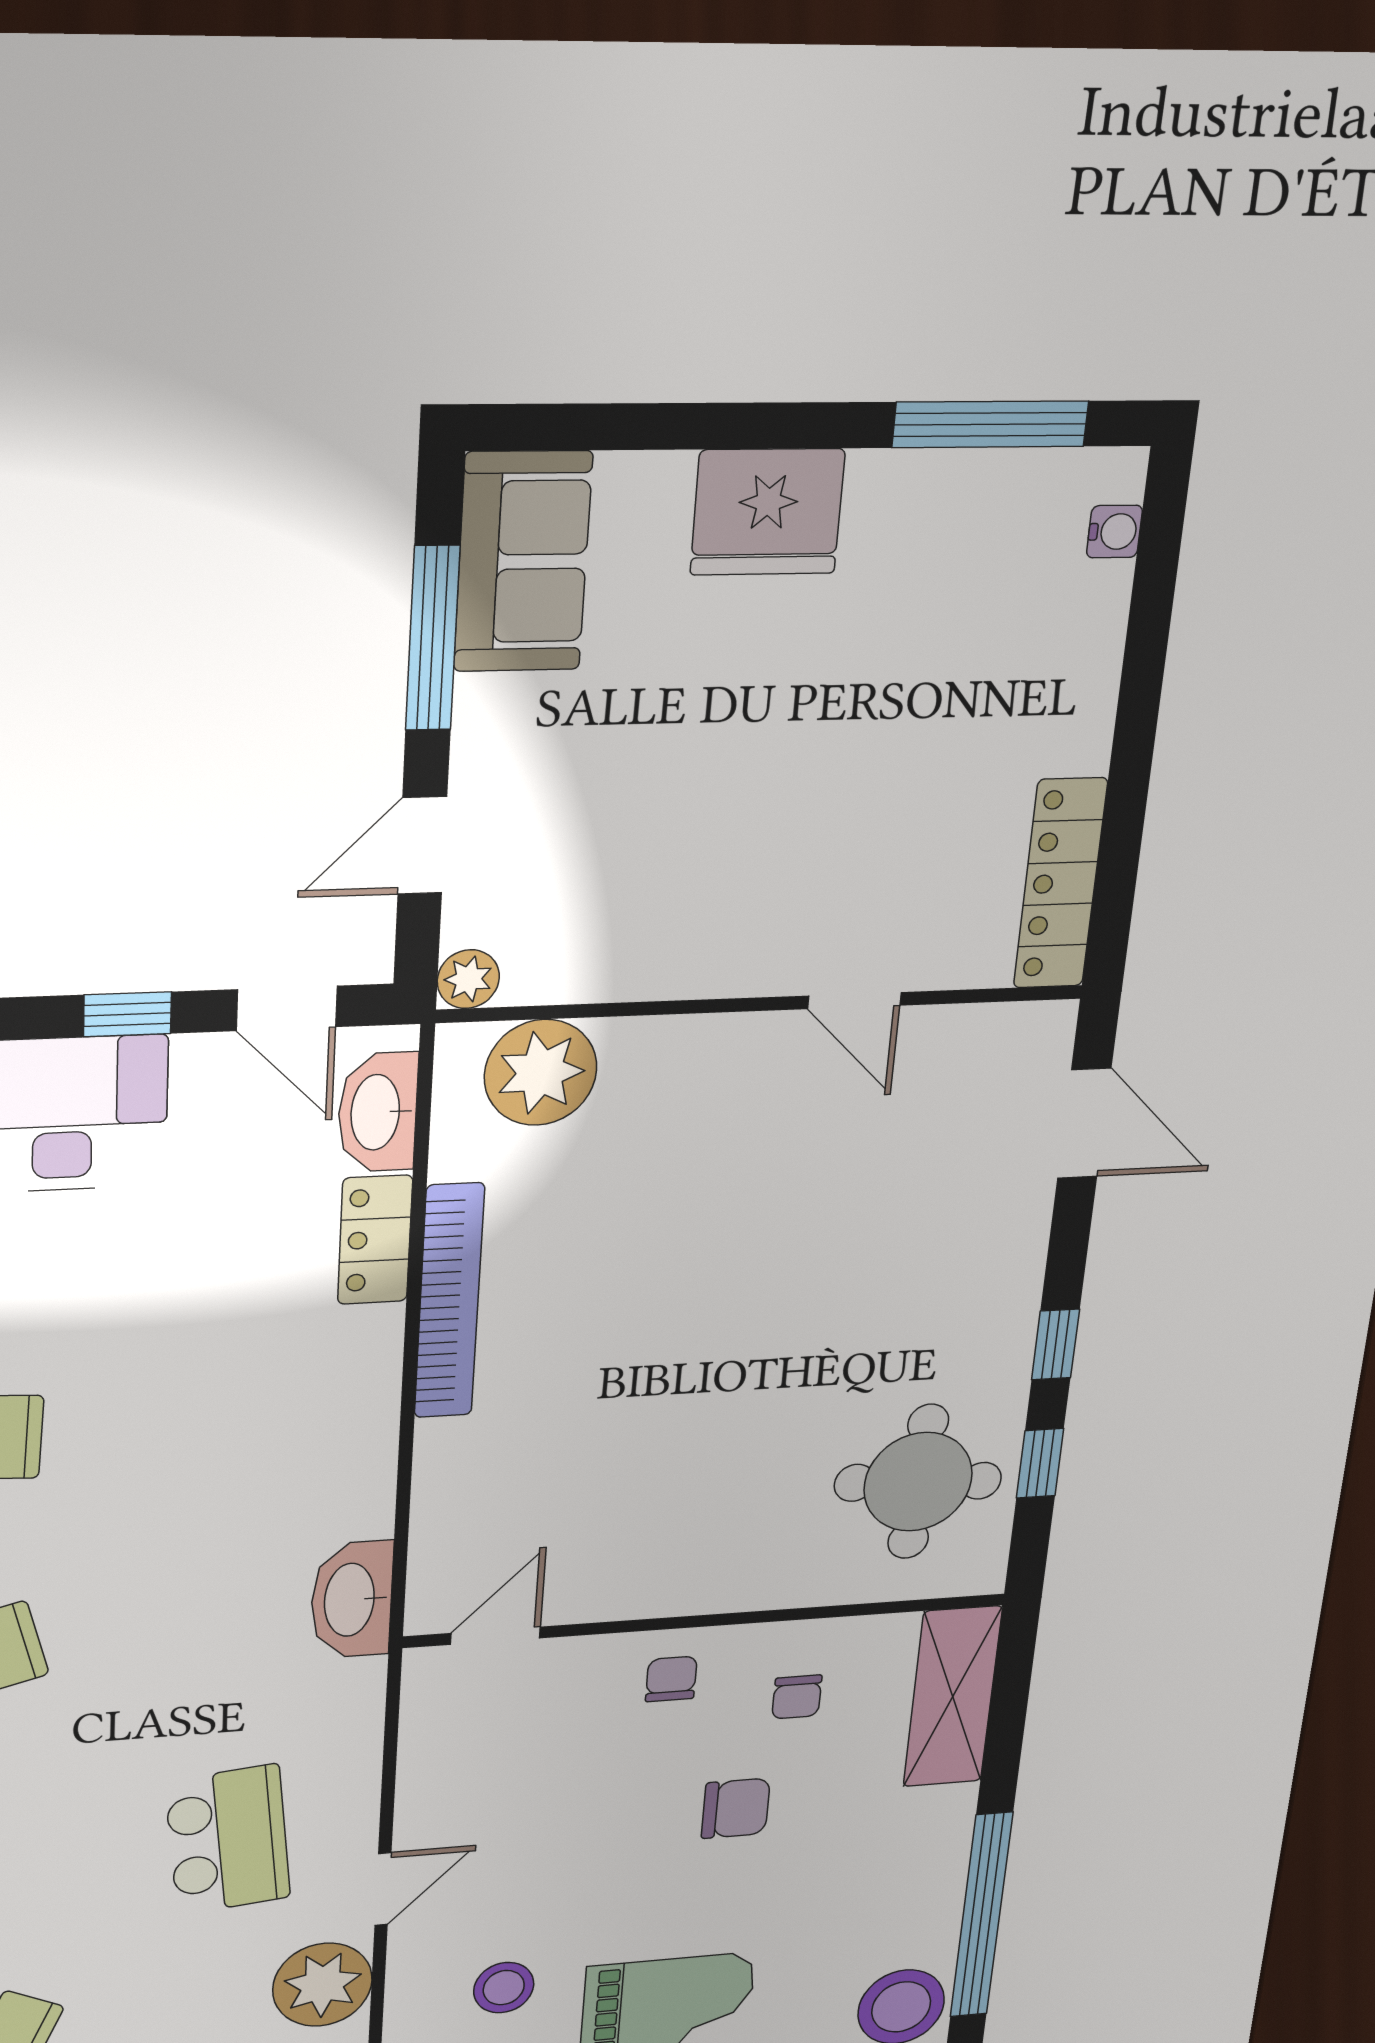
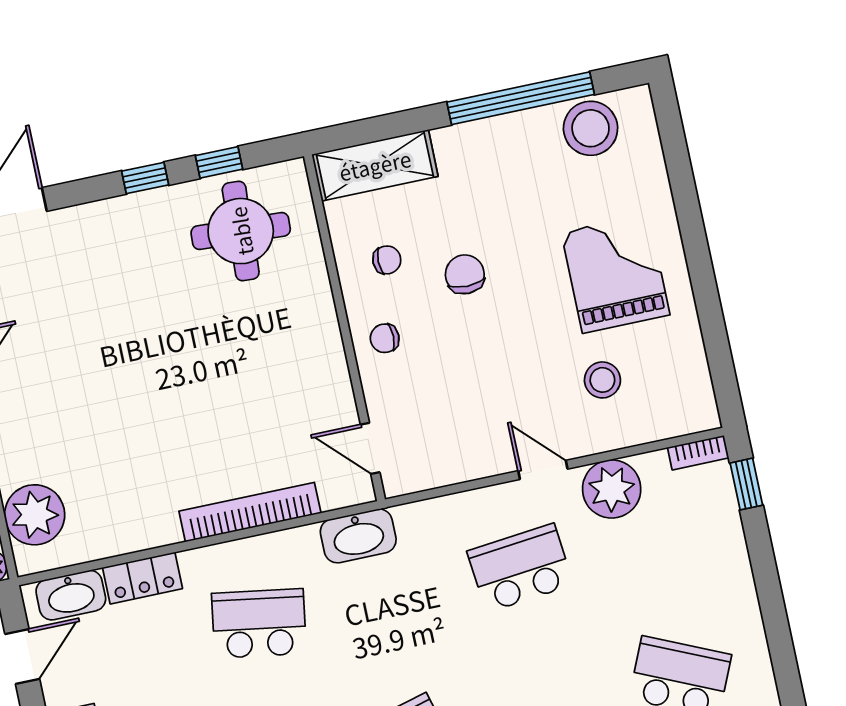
bookcase: (449, 1301) -> (250, 512), moved
school desk: (241, 1422) -> (259, 623), added

